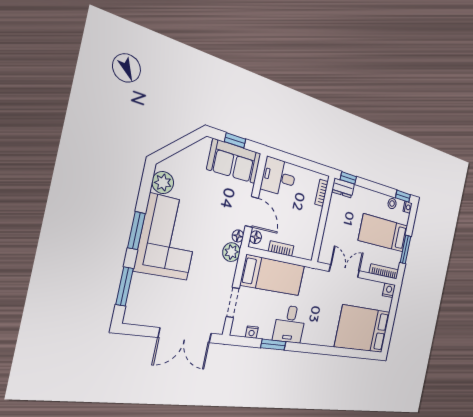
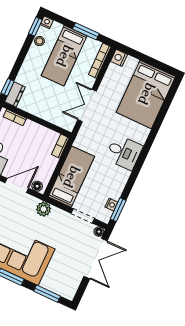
floor lamp: (238, 236) -> (99, 232), moved
bookcase: (281, 249) -> (60, 146), moved
desk: (290, 324) -> (124, 152), moved
window: (273, 345) -> (118, 210), moved

